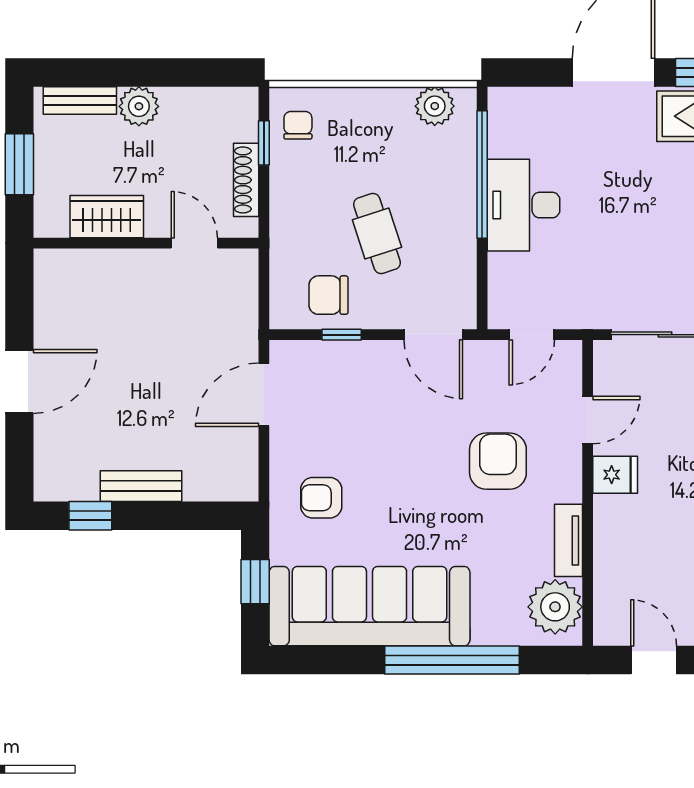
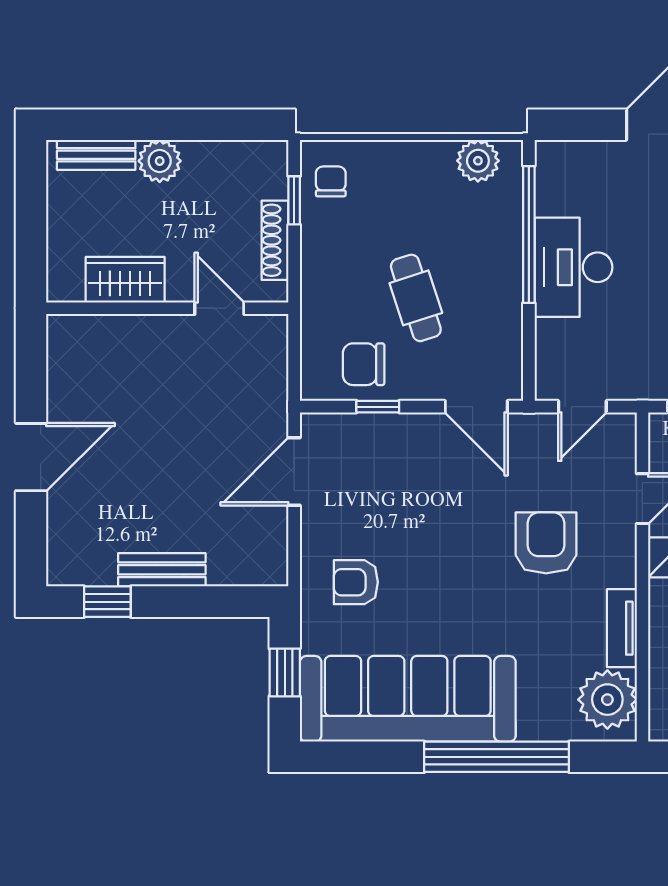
window: (19, 164) -> (31, 223), removed

